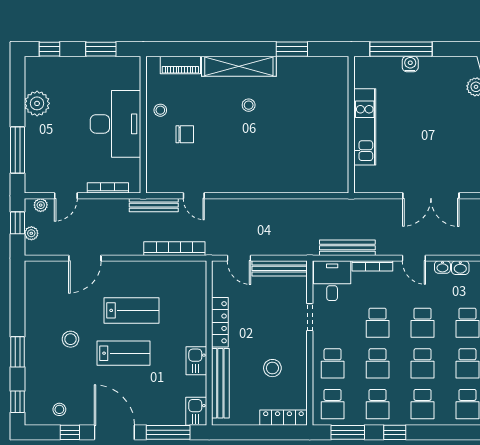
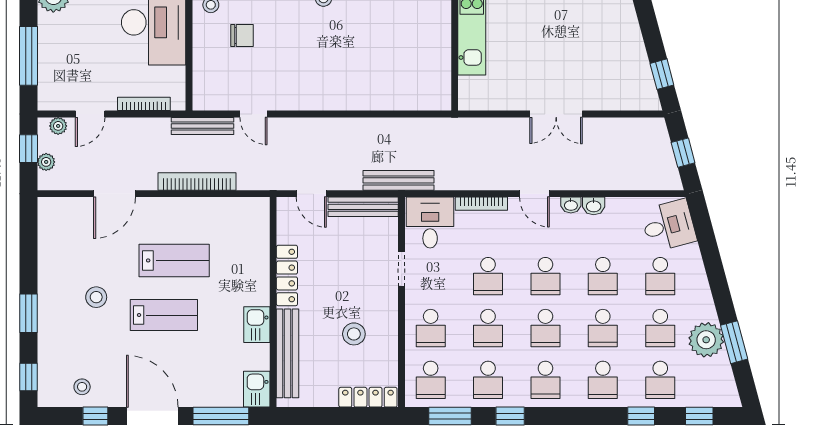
double door: (431, 196) -> (556, 114), width x0.73
bench: (347, 248) -> (399, 180), moved
bookcase: (174, 249) -> (197, 181), moved

